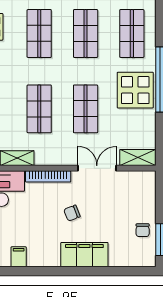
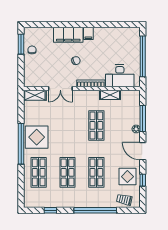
shop shelf: (86, 109) -> (68, 125), removed
filing cabinet: (19, 257) -> (88, 33), moved

